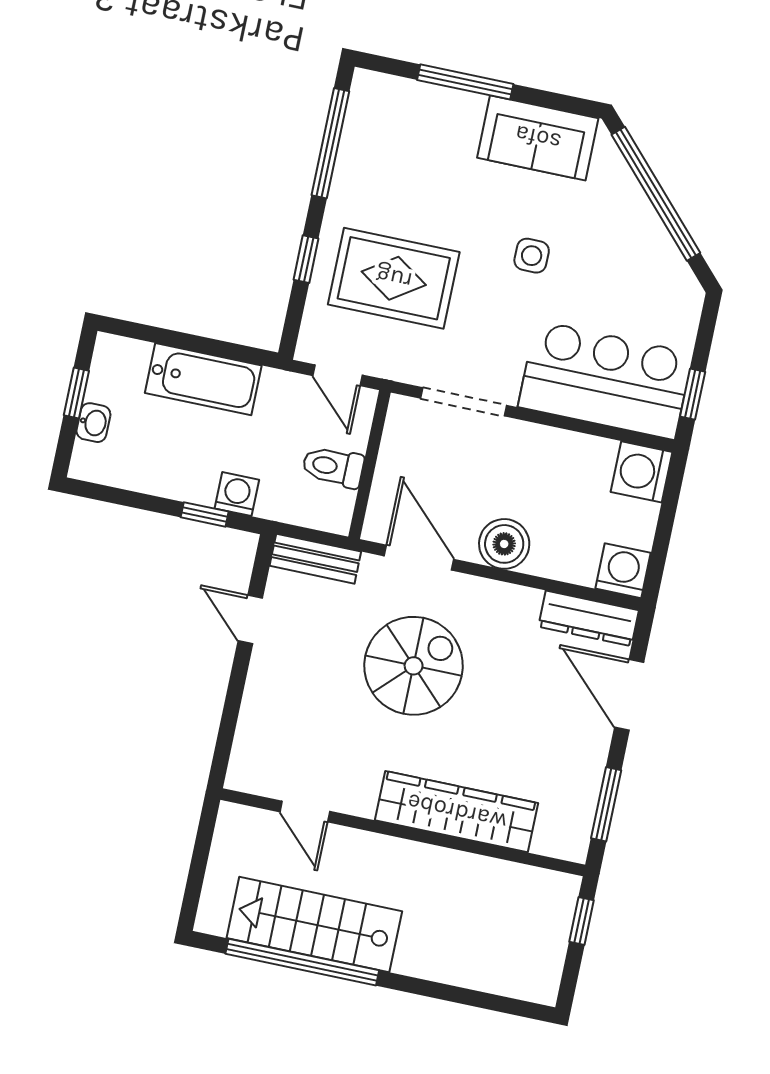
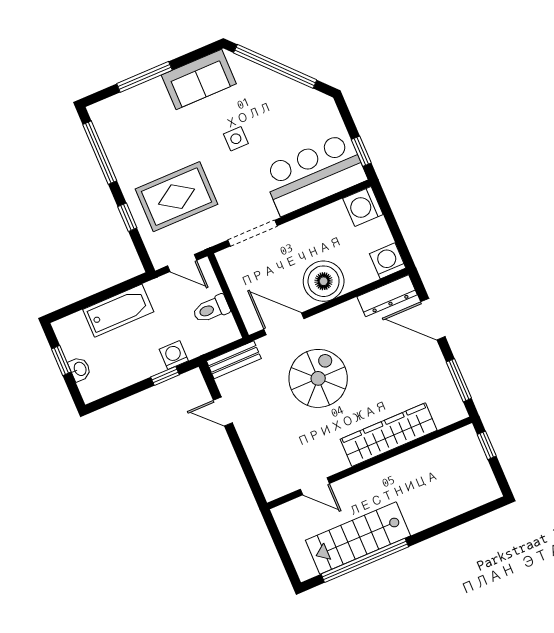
boiler: (504, 544) -> (324, 281), width x1.37, depth x1.37

